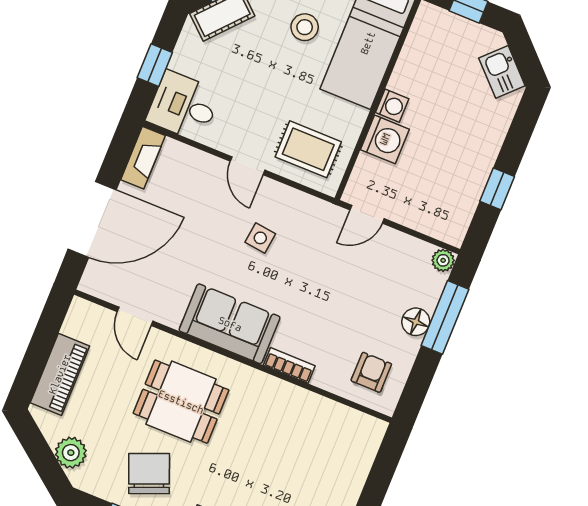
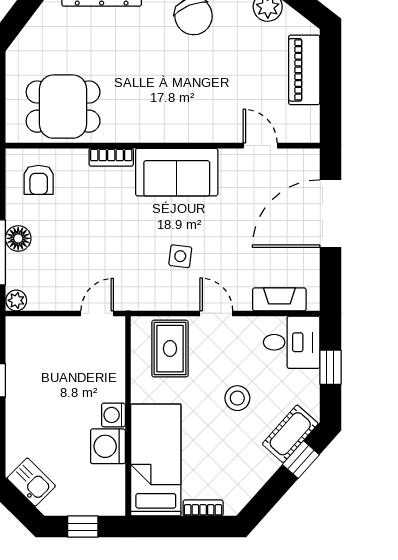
stool: (305, 27) -> (237, 398), moved
washing machine: (385, 139) -> (108, 446), moved
rug: (308, 149) -> (170, 349), turned 90
fireplace: (143, 158) -> (279, 299), moved, turned 90
dining table: (181, 402) -> (63, 107), moved

